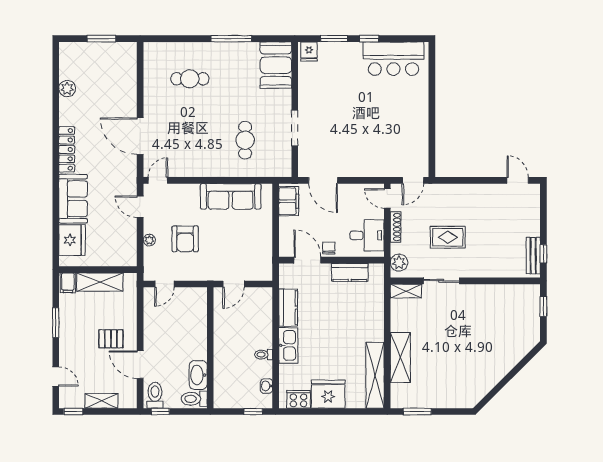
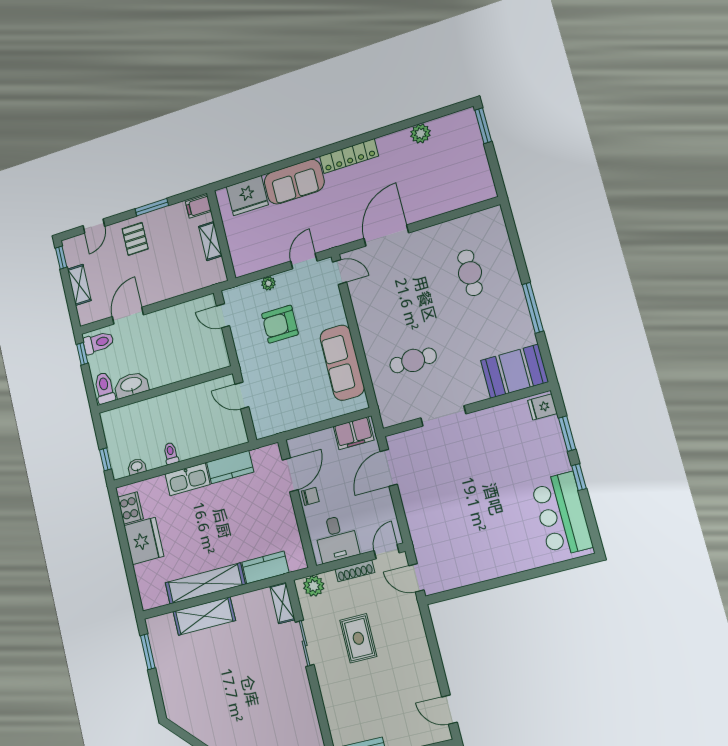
window: (101, 39) -> (483, 126), moved
door: (518, 180) -> (449, 710), swing flipped
kitchen counter: (350, 272) -> (265, 567), moved, turned 90
shelving: (100, 282) -> (210, 241), width x0.67, depth x0.75
pallet: (111, 339) -> (135, 239), moved
shelving: (375, 375) -> (205, 583), moved

